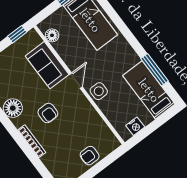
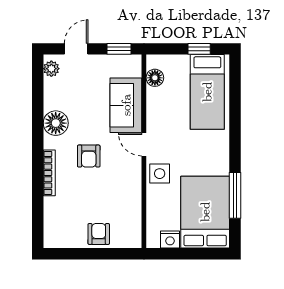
door: (76, 81) -> (144, 144), swing flipped
bed: (149, 90) -> (205, 212), width x1.50
armchair: (90, 156) -> (99, 234), turned 90

